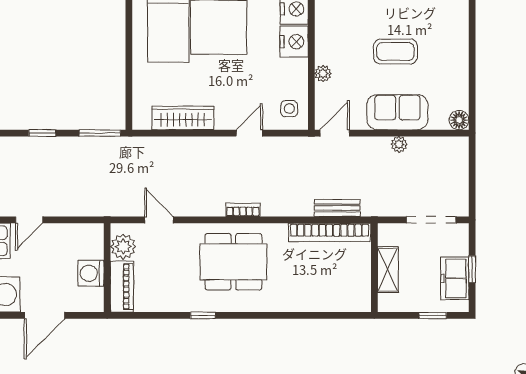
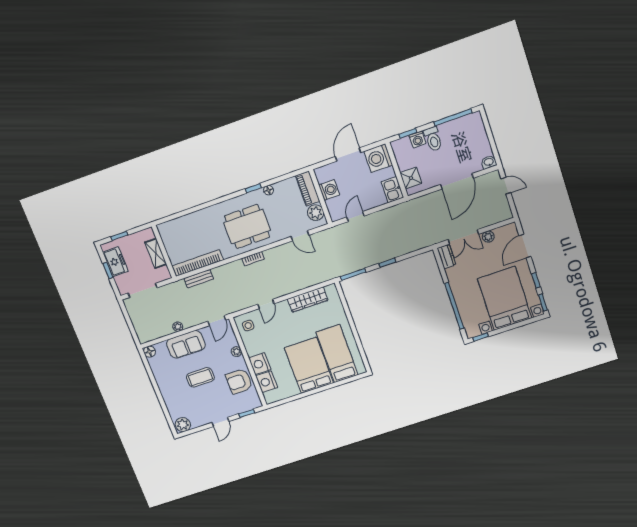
armchair: (337, 24) -> (239, 381), added
door: (29, 220) -> (355, 217), moved
floor lamp: (181, 305) -> (268, 190), added

